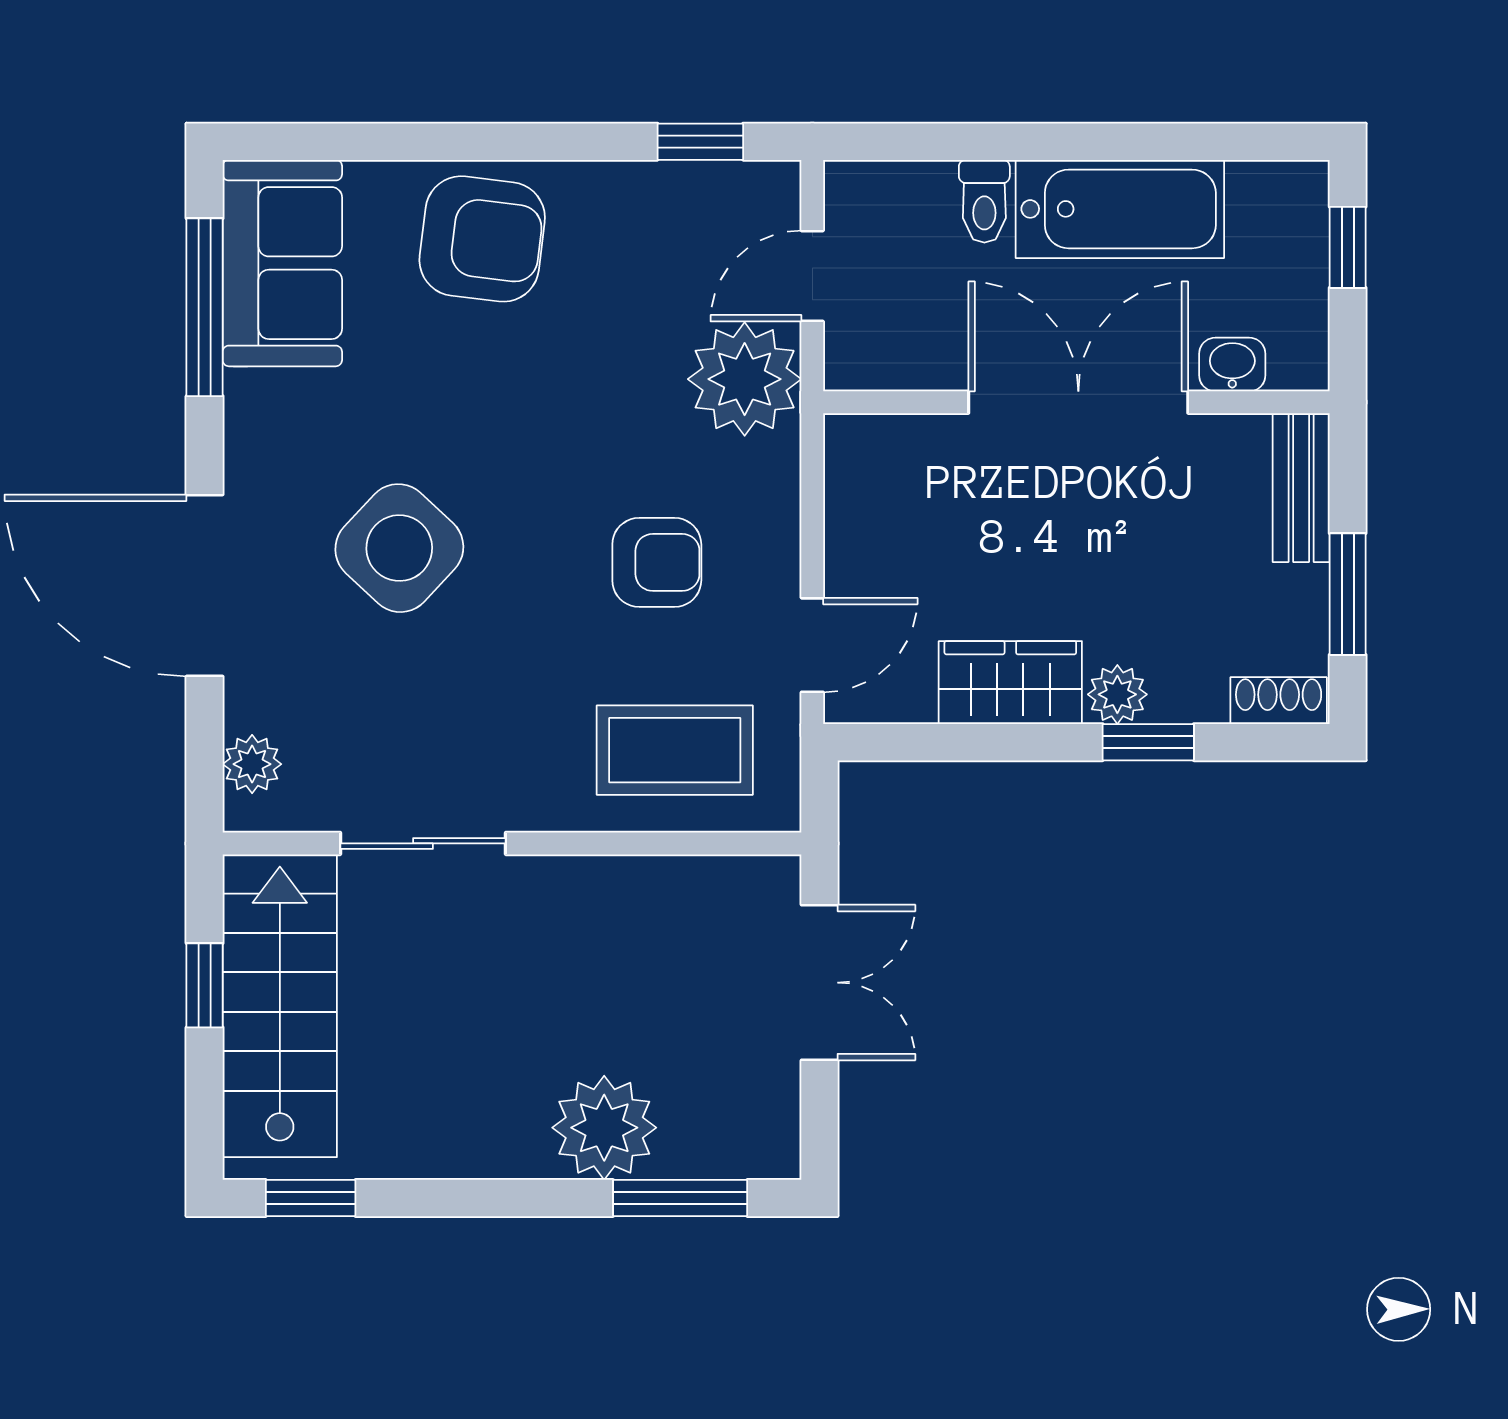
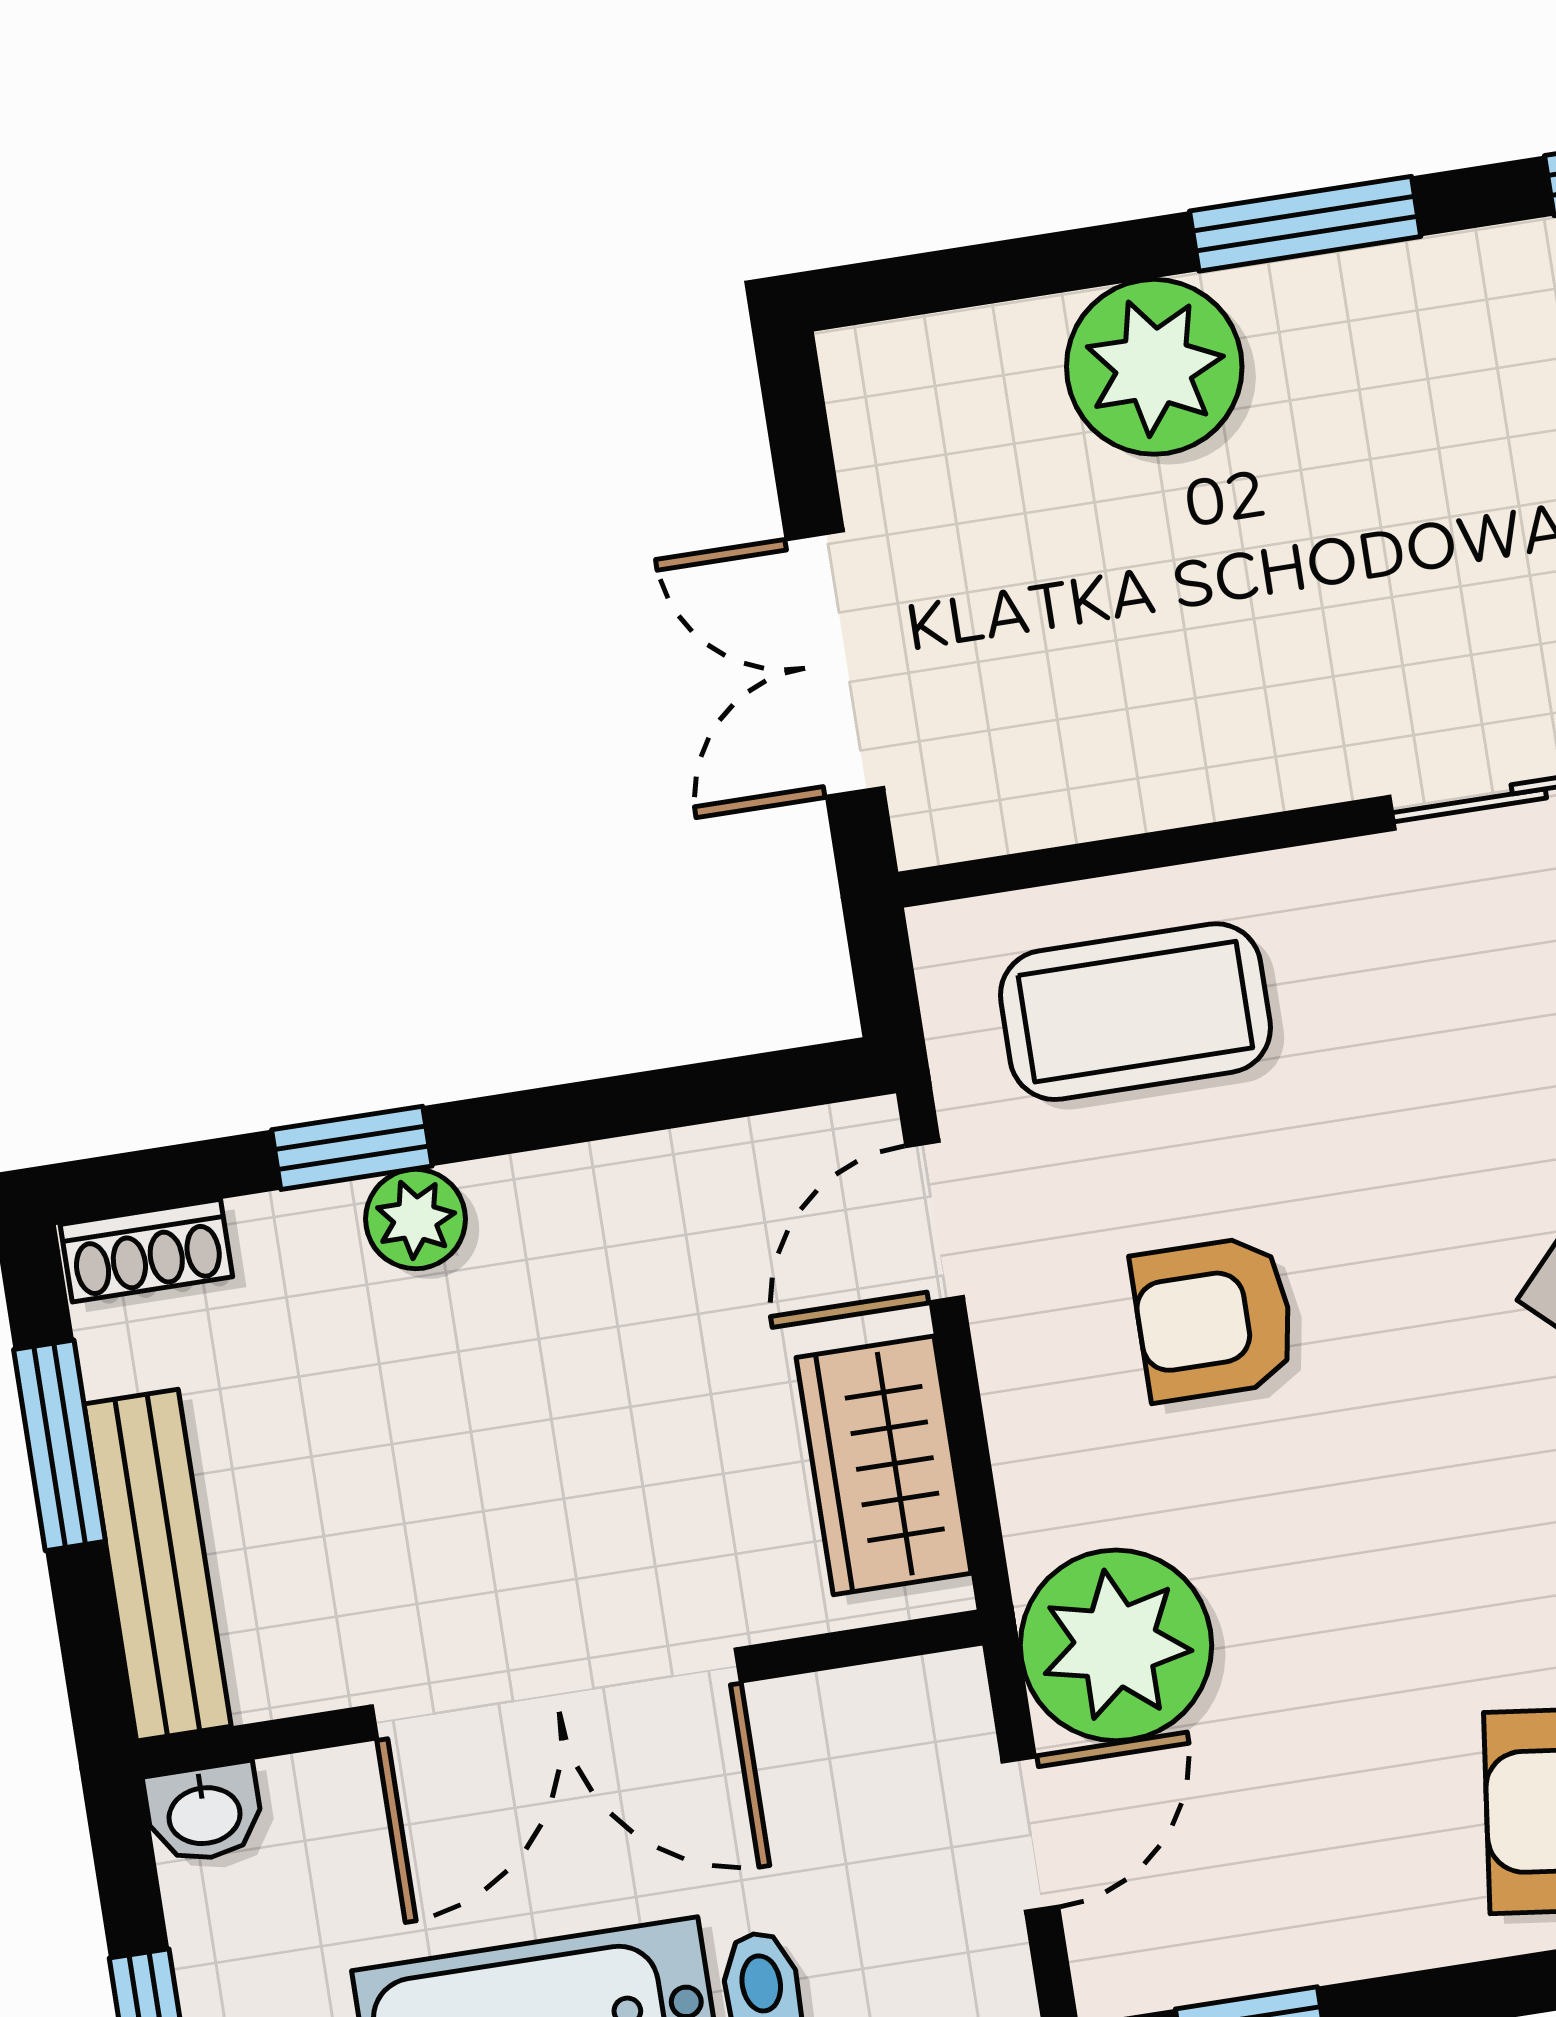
washbasin: (1232, 365) -> (204, 1813), moved
bench: (1301, 488) -> (157, 1565), width x1.36
wardrobe: (1010, 683) -> (884, 1465), moved, turned 90
window: (680, 1198) -> (1305, 224), moved

